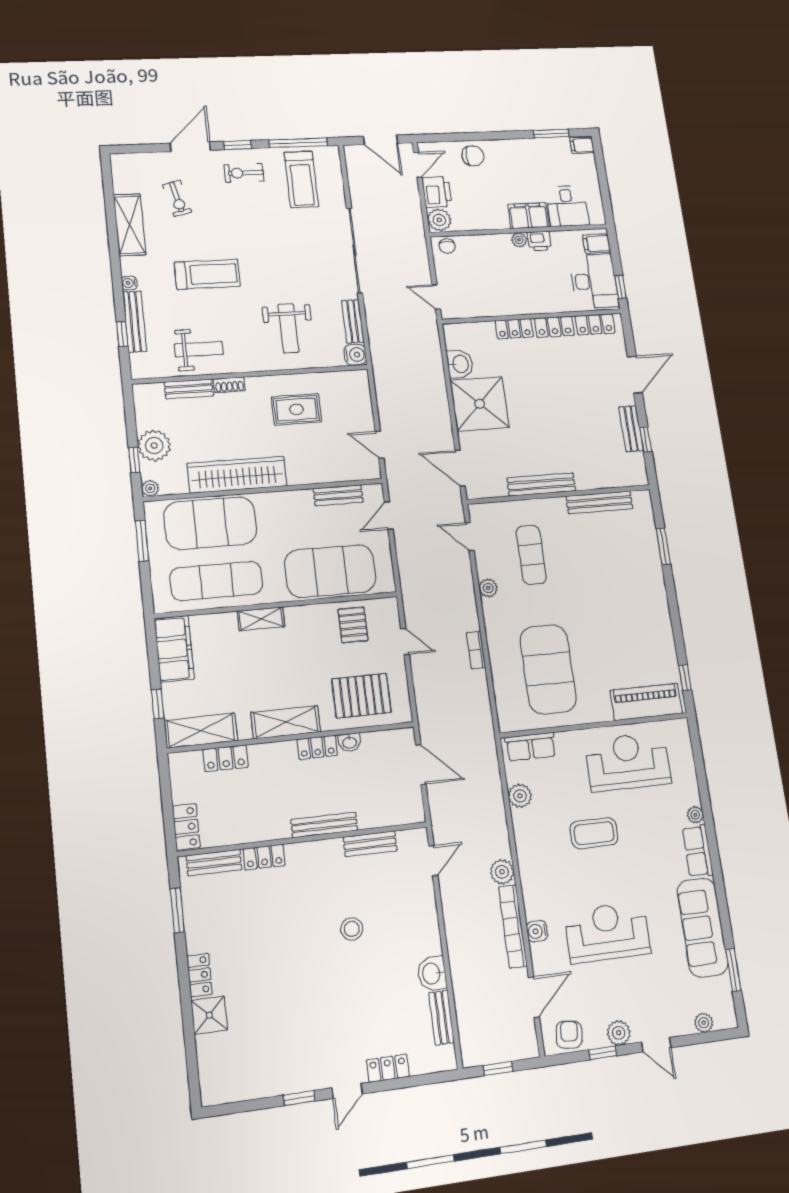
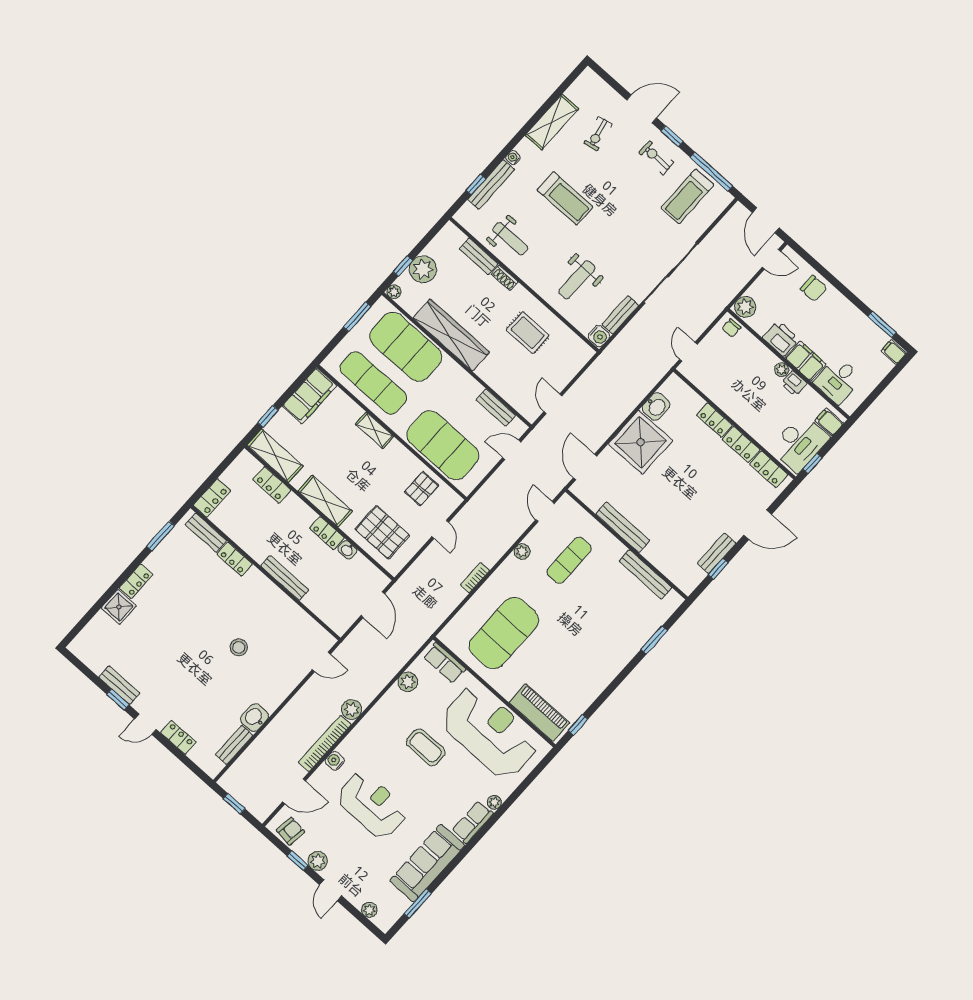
printer: (437, 192) -> (781, 338), moved, turned -90
reception desk: (628, 762) -> (490, 732), width x1.36, depth x1.30
bench: (370, 844) -> (119, 685), moved

